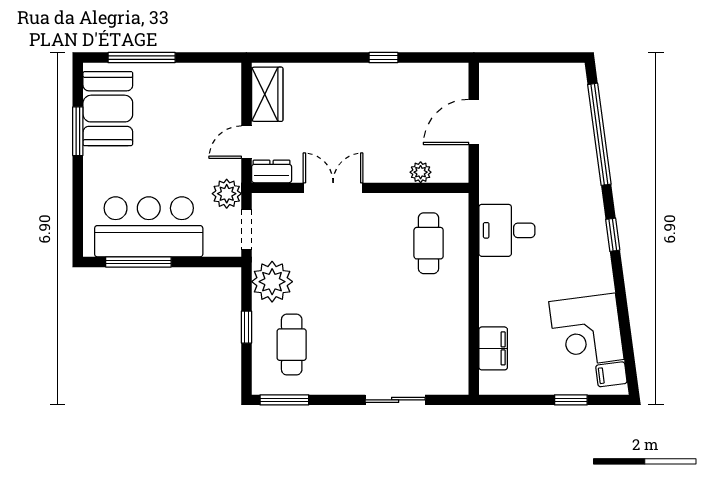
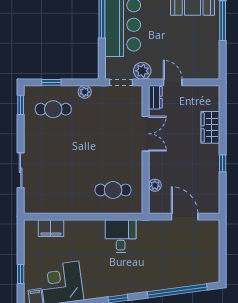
wardrobe: (267, 94) -> (210, 127), moved, turned 90
plant: (272, 282) -> (85, 92), width x0.53, depth x0.53
window: (246, 327) -> (51, 82), moved
window: (284, 400) -> (21, 105), width x0.67

